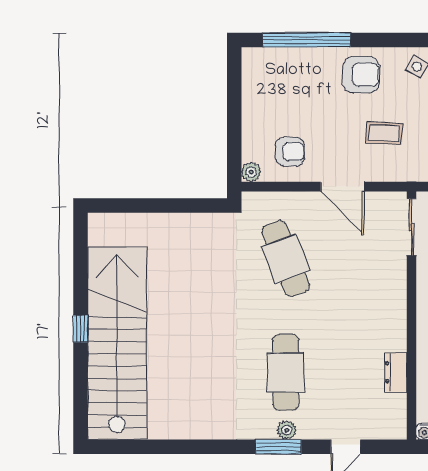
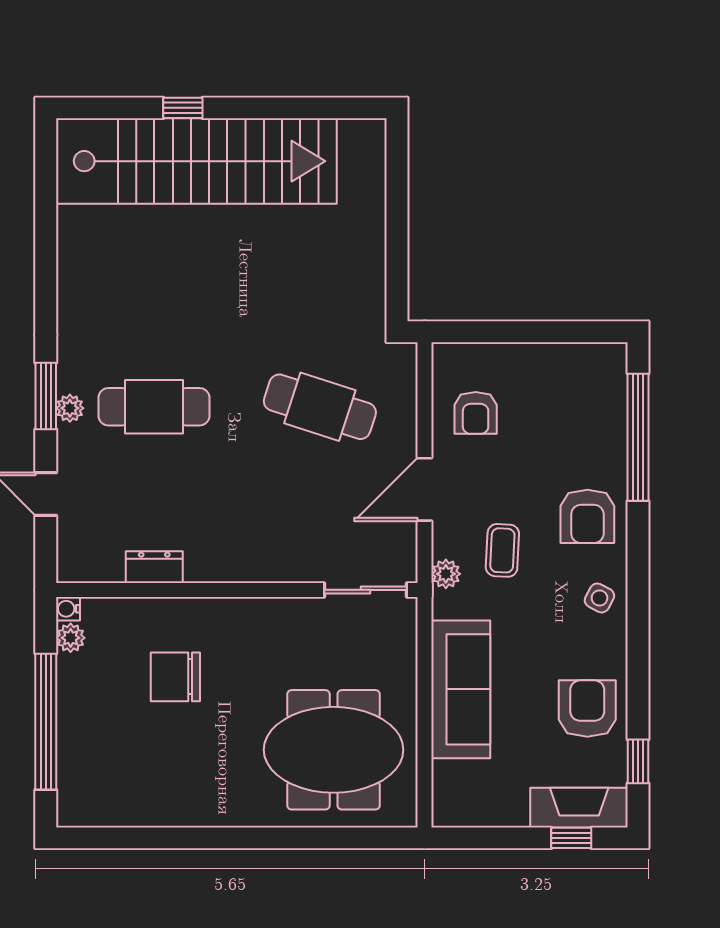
plant: (251, 172) -> (446, 574), moved
cafe table: (286, 259) -> (320, 407), turned 39
window: (81, 329) -> (183, 108), moved

